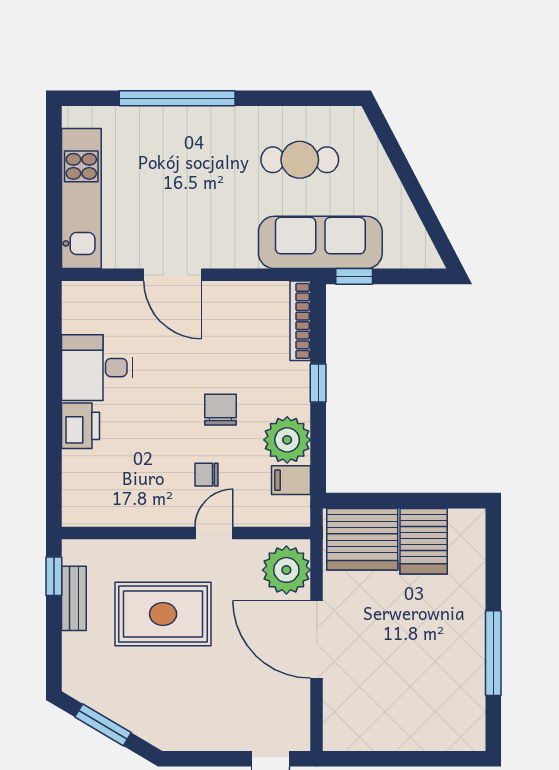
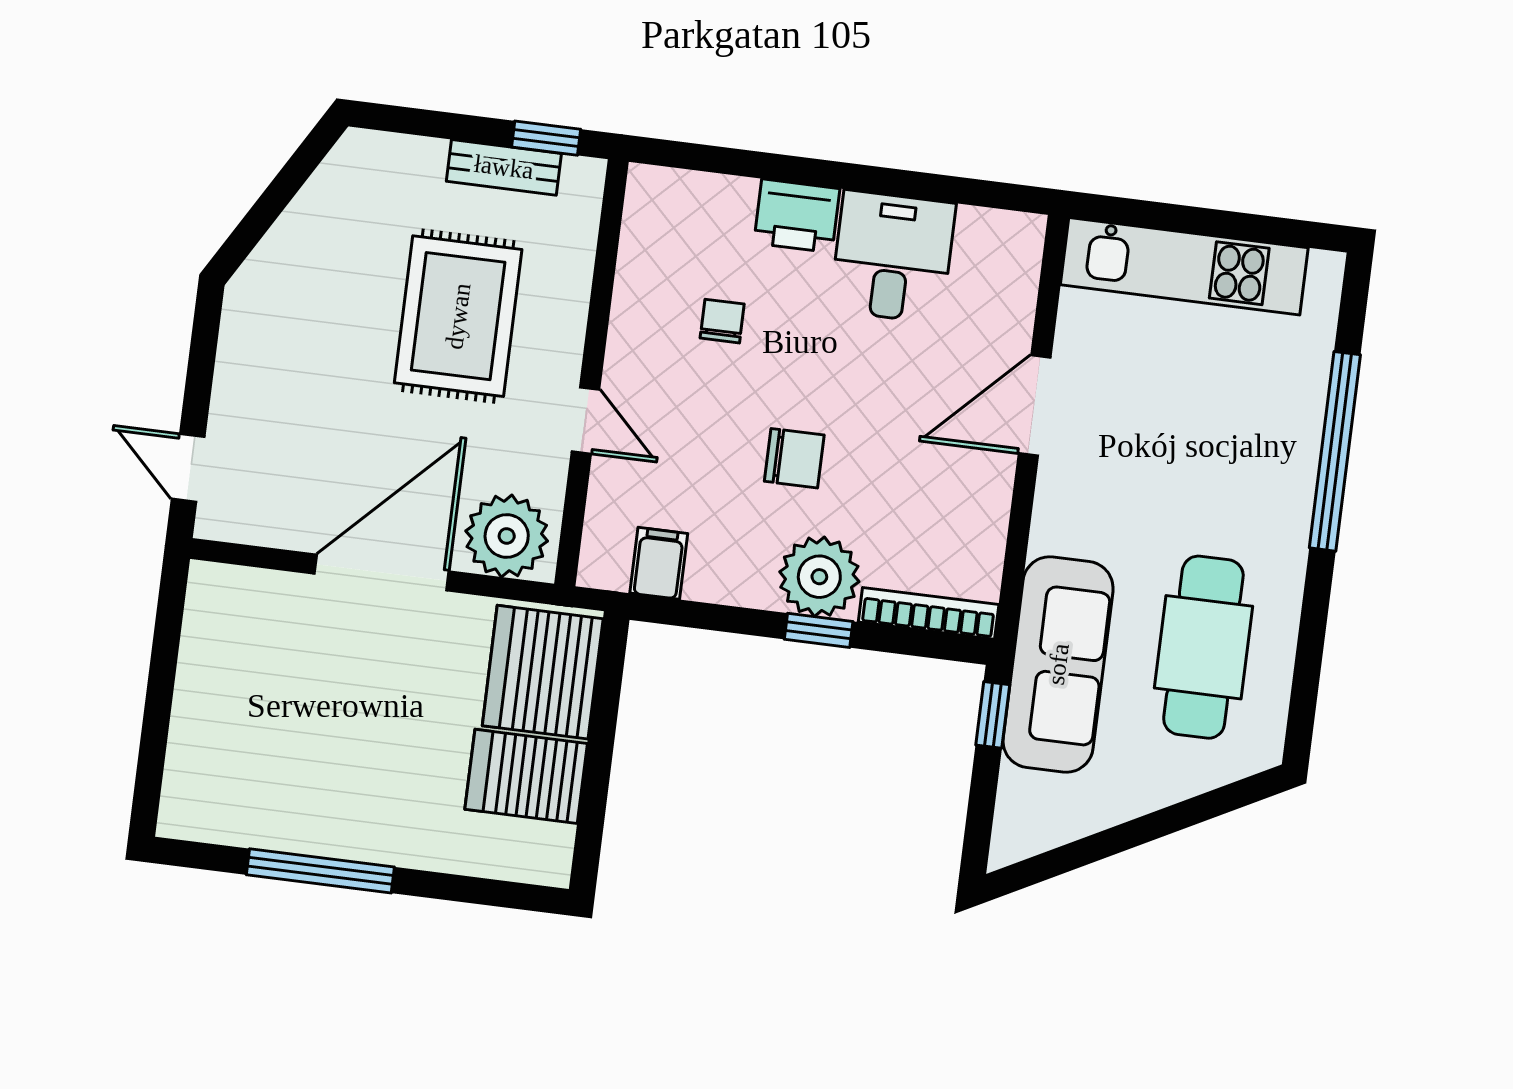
cafe table: (300, 160) -> (1203, 647), width x1.37, depth x1.35
plant: (287, 440) -> (819, 577), moved
chair: (207, 475) -> (722, 321), moved
window: (103, 725) -> (282, 190), removed

